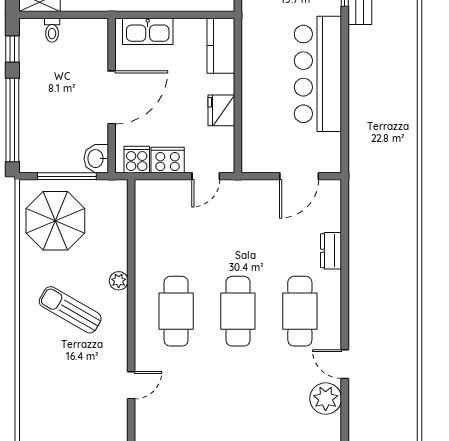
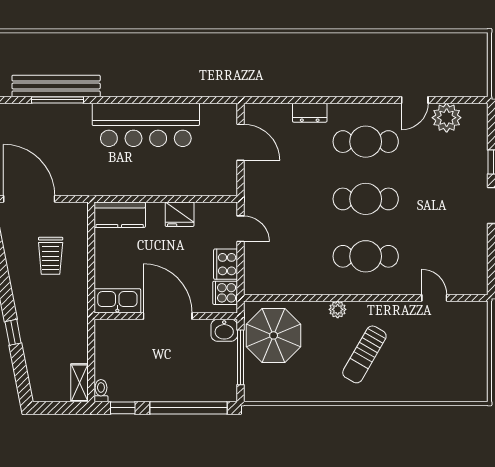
toilet: (52, 30) -> (101, 391), moved, turned -90
kitchen sink: (148, 31) -> (117, 301), moved, turned -90
parasol: (55, 221) -> (274, 335), moved

